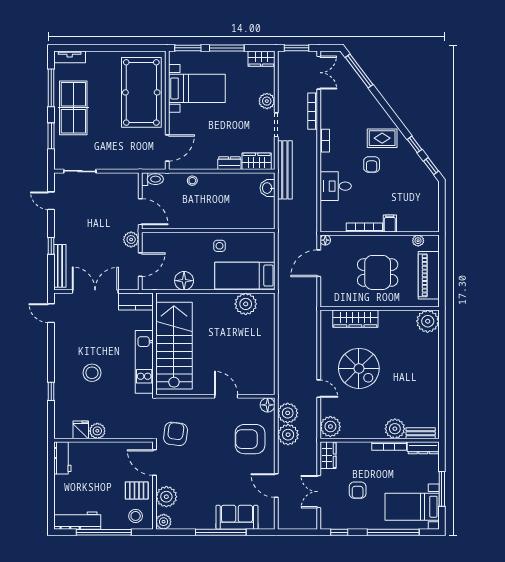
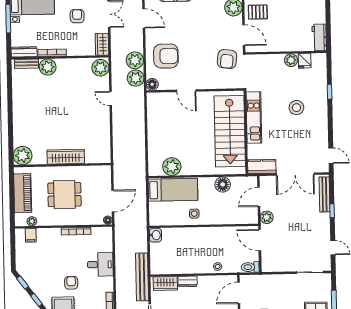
washbasin: (267, 188) -> (155, 235), moved
filing cabinet: (390, 223) -> (31, 235), moved
wardrobe: (355, 319) -> (66, 157), moved
spiral stairs: (359, 368) -> (78, 116), removed

